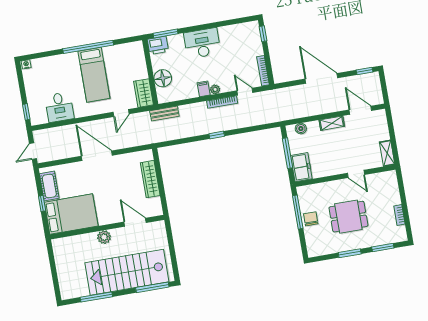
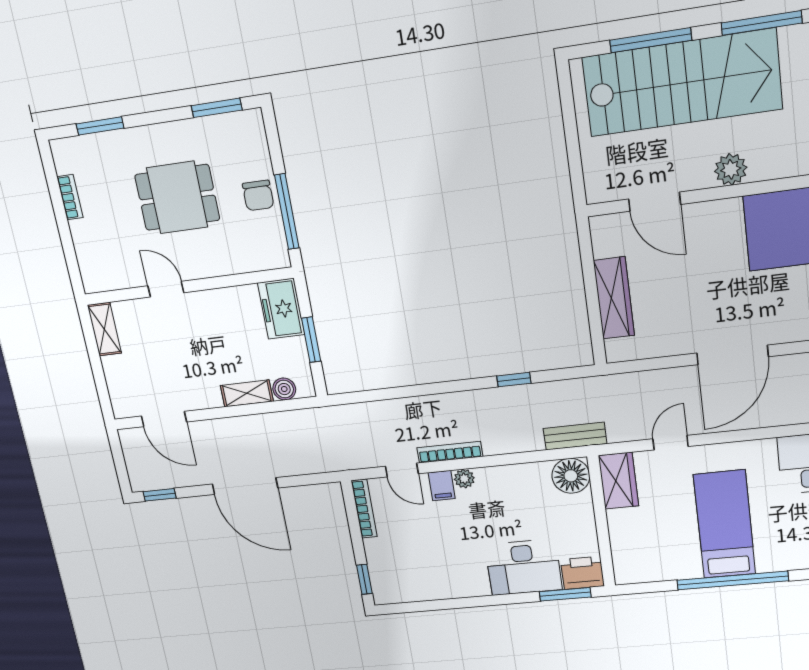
desk: (202, 43) -> (524, 567), moved
floor lamp: (163, 78) -> (571, 476), moved
filing cabinet: (204, 89) -> (442, 486), moved
shelving: (332, 123) -> (247, 393), moved
window: (217, 135) -> (514, 380), moved
window: (288, 153) -> (311, 340), width x0.69
door: (97, 156) -> (732, 355), hinge flipped
window: (350, 253) -> (217, 108), moved
window: (152, 287) -> (651, 40), moved

